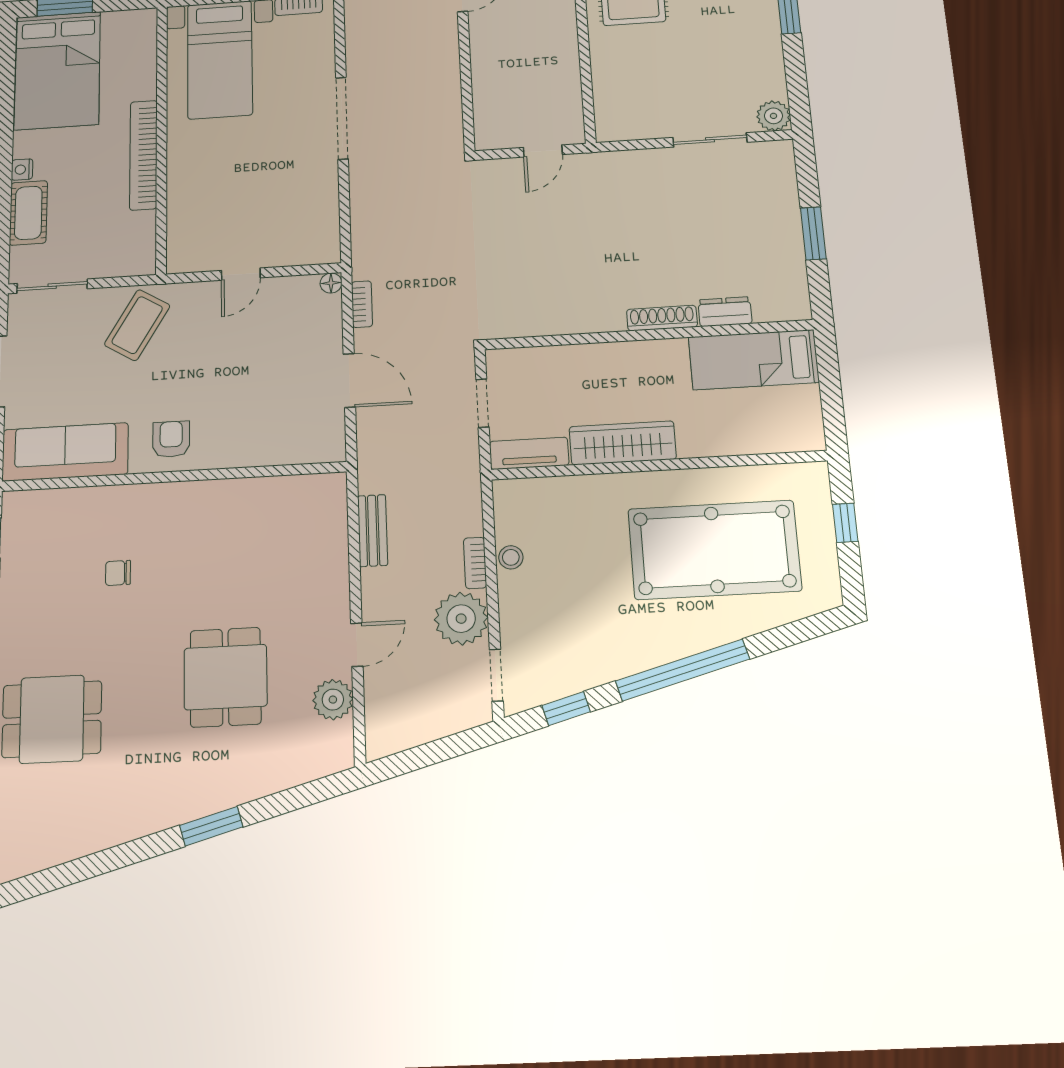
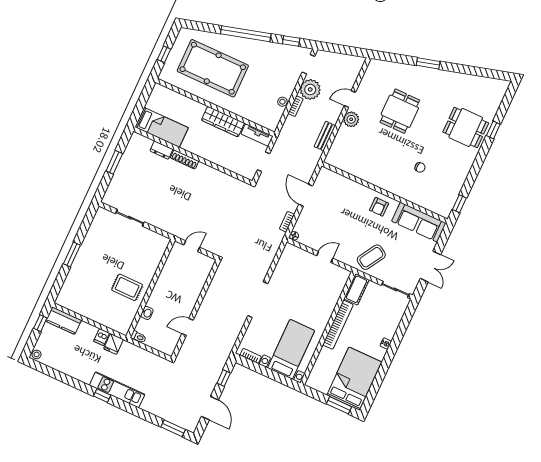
plant: (774, 116) -> (102, 215), removed
cot: (28, 213) -> (356, 289), moved
plant: (333, 700) -> (351, 119), moved

